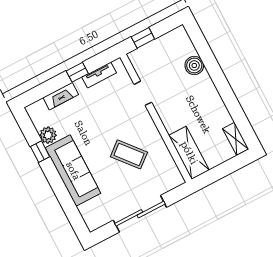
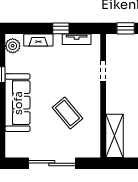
plant: (48, 135) -> (13, 46), moved

